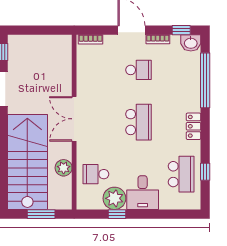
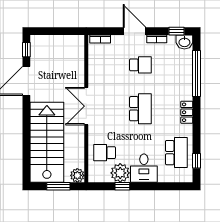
plant: (64, 168) -> (77, 175), moved
window: (205, 172) -> (197, 161), moved

